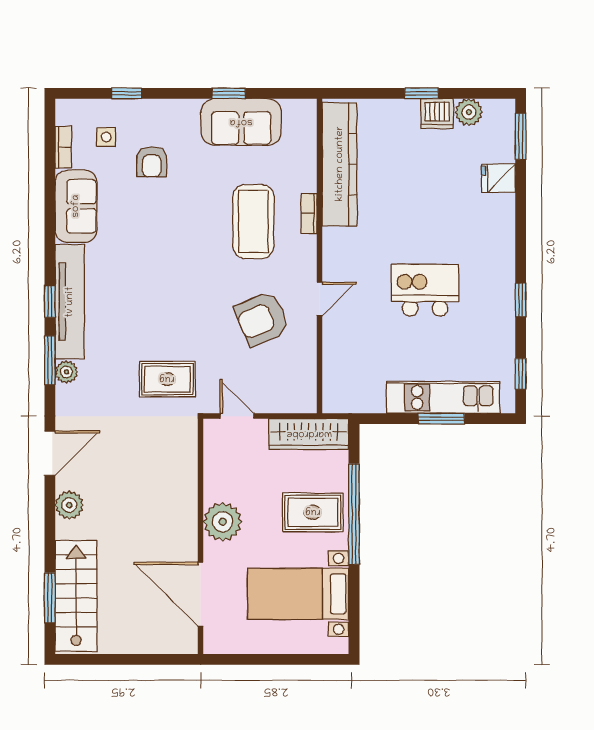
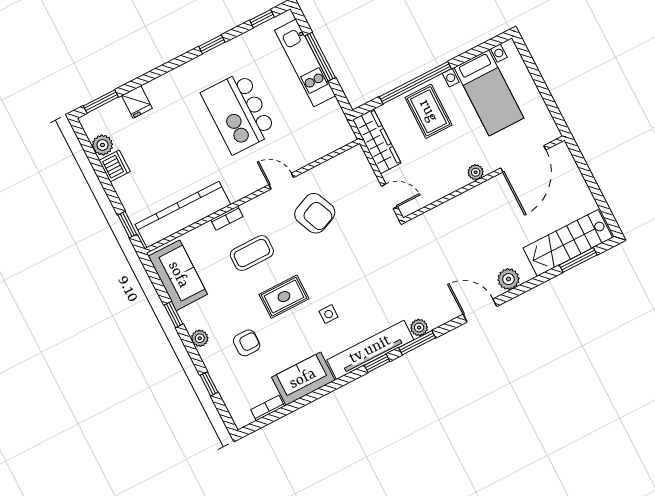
window: (421, 93) -> (127, 225), moved
plant: (185, 110) -> (200, 338), added
sofa: (241, 122) -> (178, 275), moved
side table: (106, 137) -> (329, 314), moved
coffee table: (253, 222) -> (252, 253), width x0.73, depth x0.76
kitchen island: (425, 290) -> (239, 113), width x1.37, depth x1.28
rug: (167, 379) -> (284, 297), moved, turned 90
door: (237, 416) -> (390, 196), swing flipped
window: (441, 419) -> (320, 57), width x1.44
plant: (223, 522) -> (476, 172), width x0.53, depth x0.53

